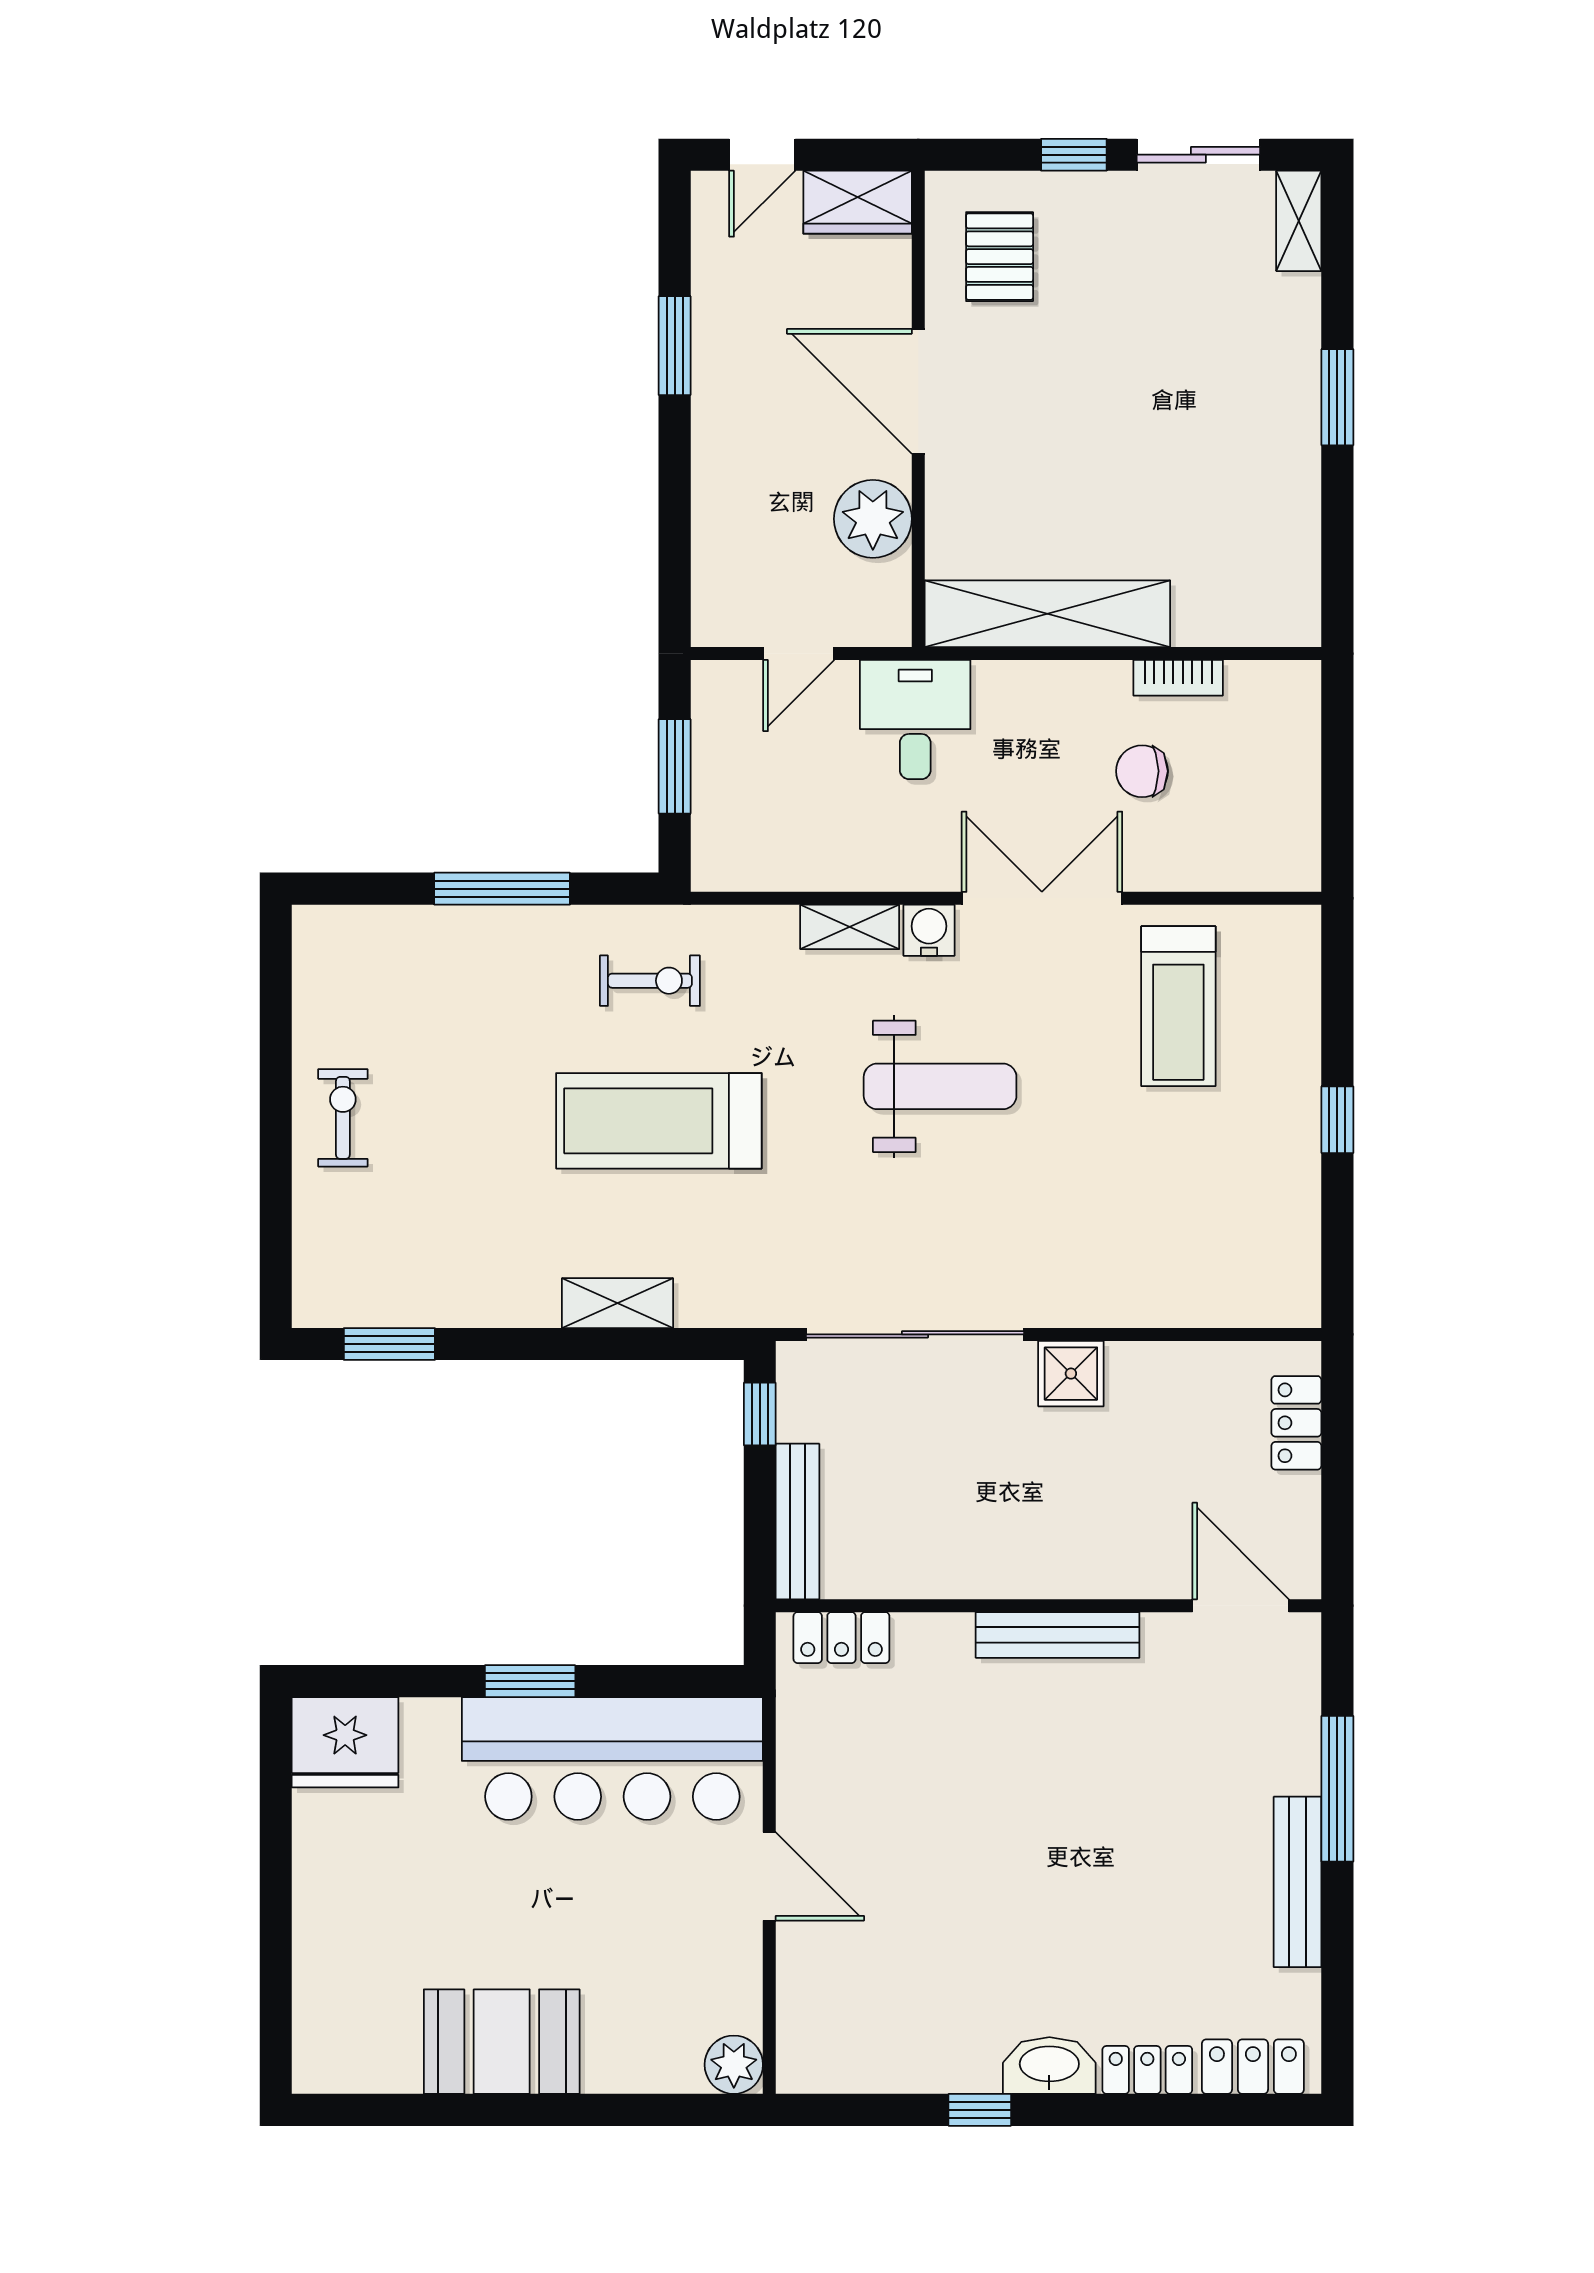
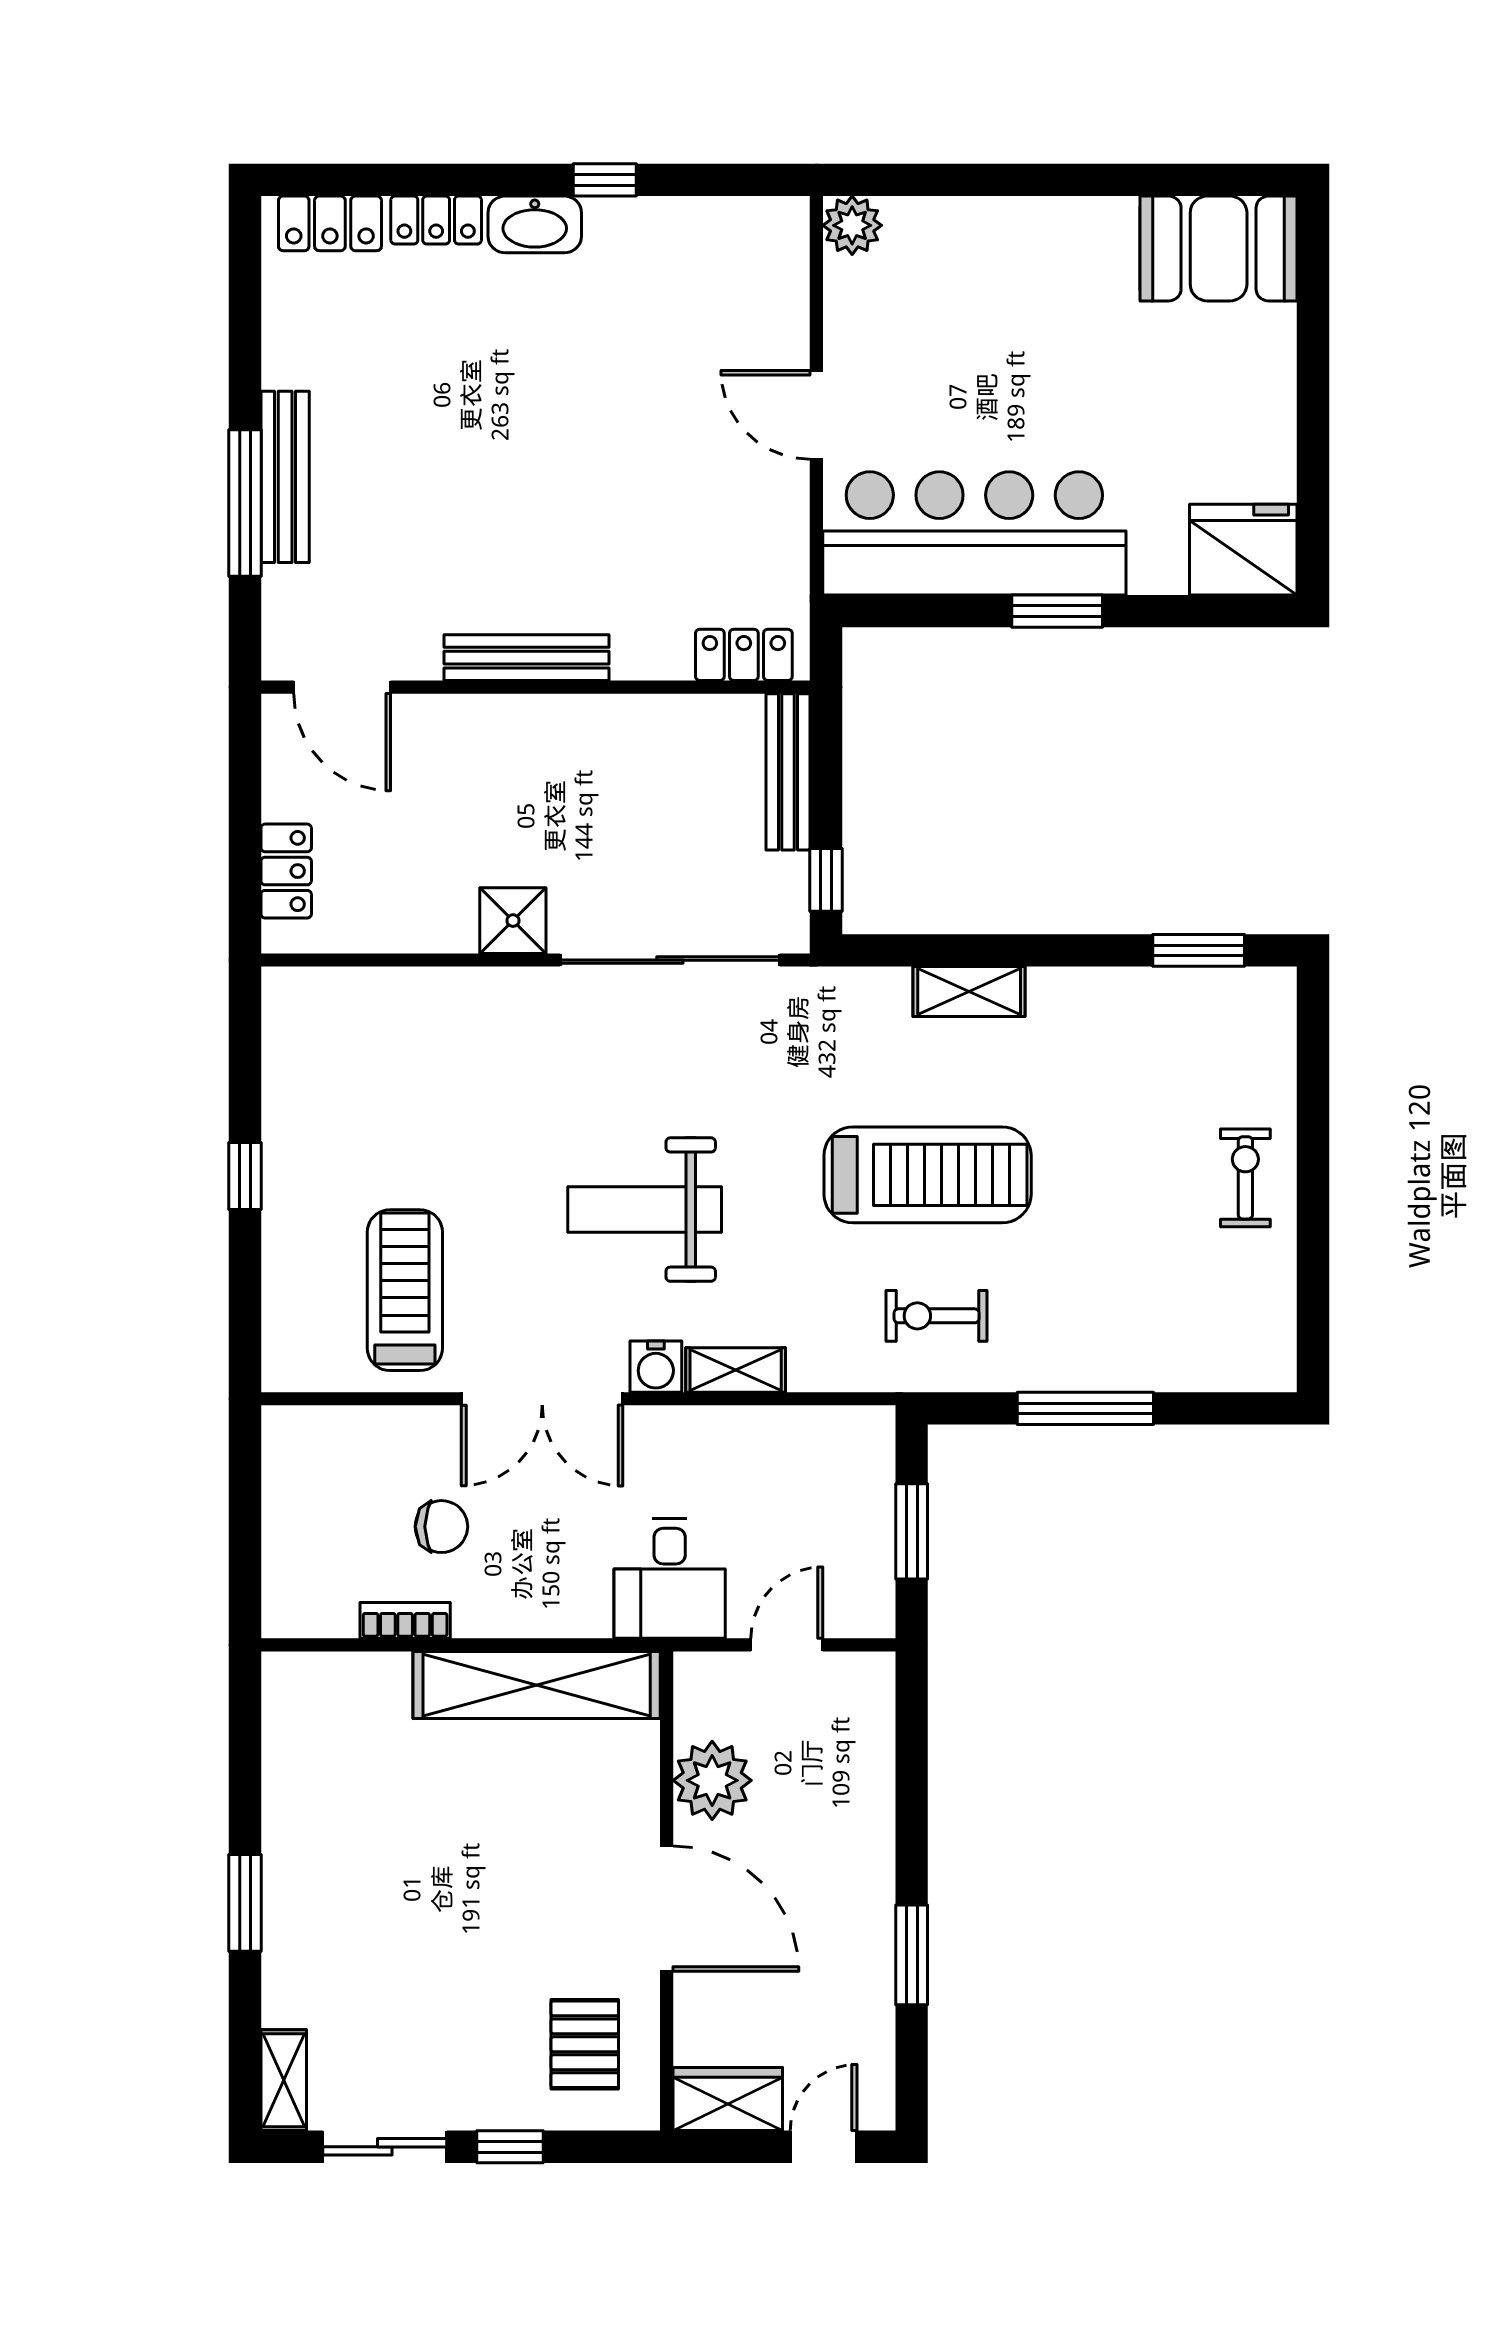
exercise bike: (343, 1118) -> (1245, 1178), turned 180
bench: (1298, 1882) -> (285, 477), moved
booth: (502, 2042) -> (1219, 249), moved

